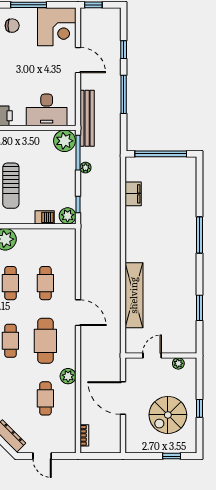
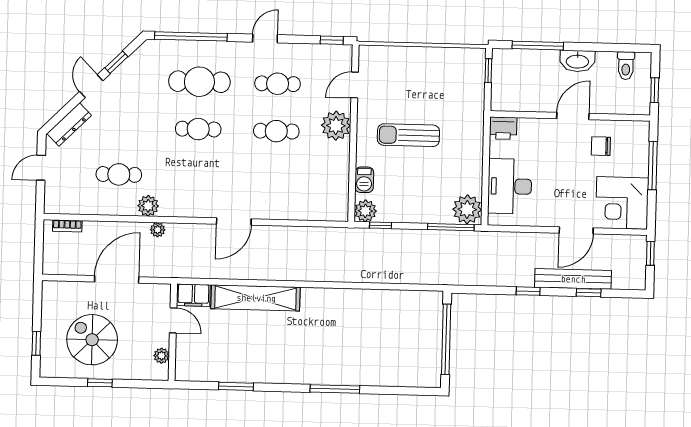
chair: (12, 26) -> (601, 146), moved, turned 90
window: (124, 94) -> (528, 291), width x0.46
bench: (87, 118) -> (573, 279), moved
plant: (86, 168) -> (158, 230), moved
filing cabinet: (133, 194) -> (193, 295), moved
cafe table: (45, 283) -> (275, 179), removed
cafe table: (45, 341) -> (197, 176), removed

